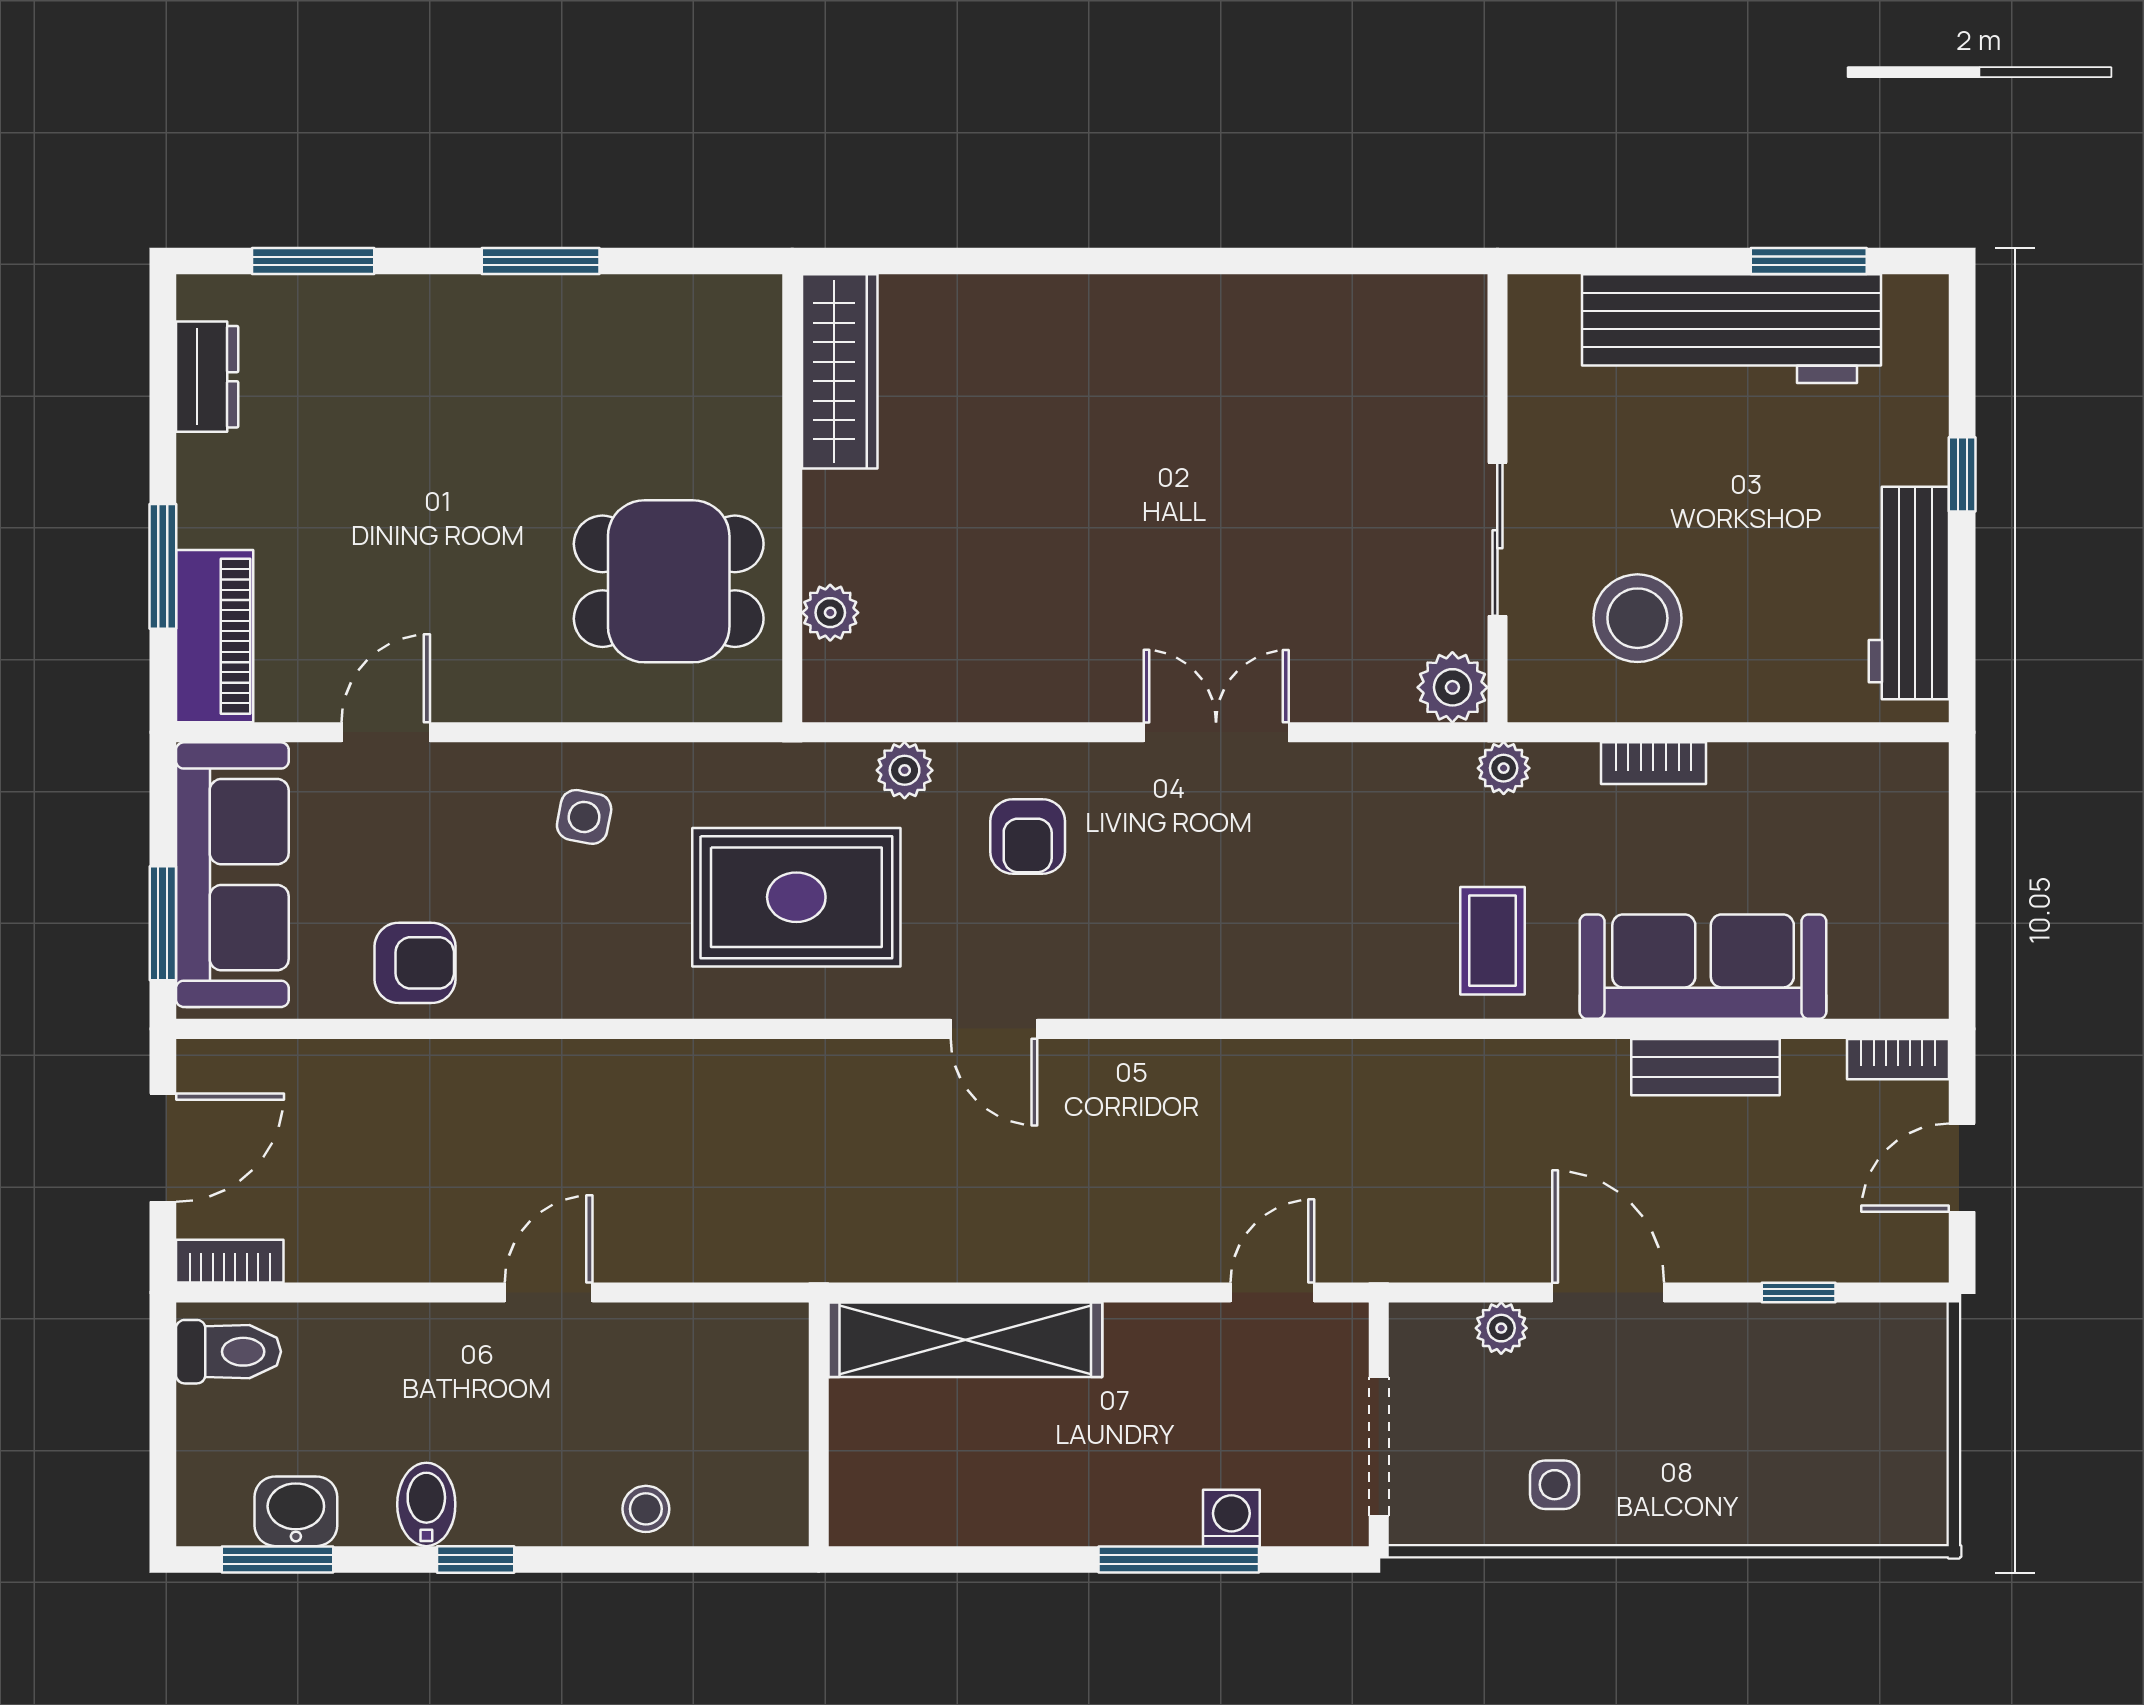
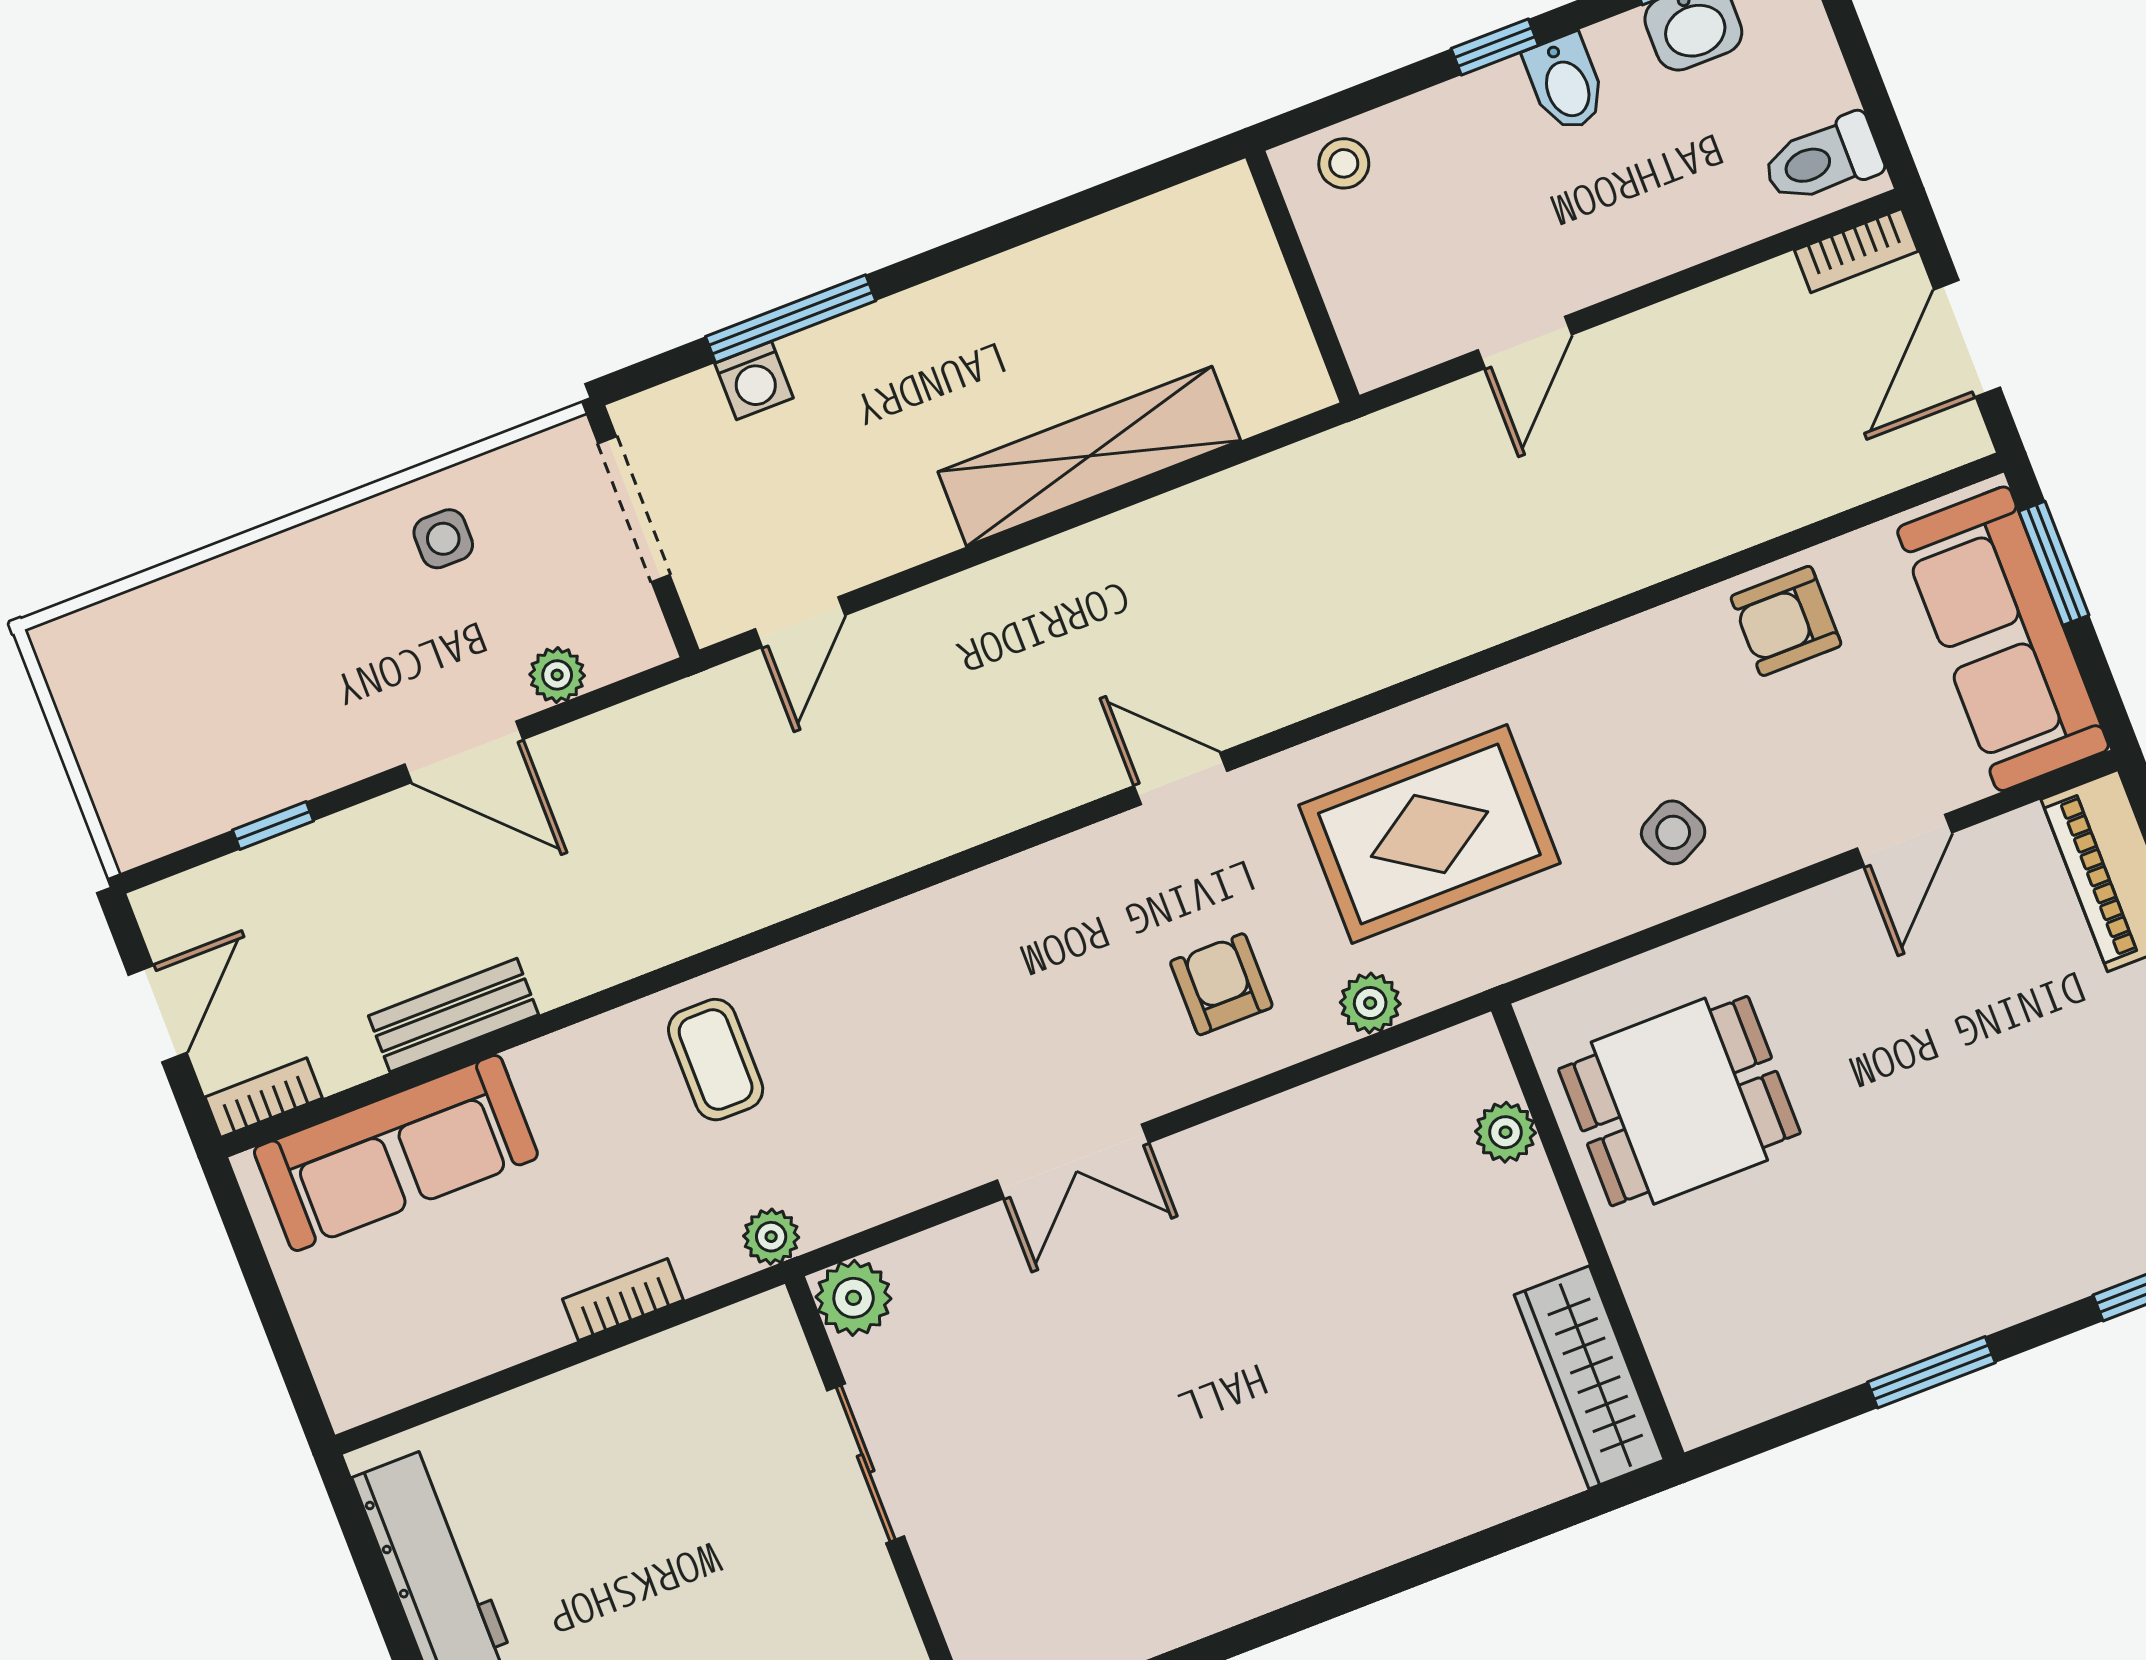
stool: (1637, 618) -> (695, 1439), removed
side table: (584, 817) -> (1673, 832), turned -38
sofa: (1703, 967) -> (396, 1153), moved
wall: (819, 1424) -> (1302, 277), moved

